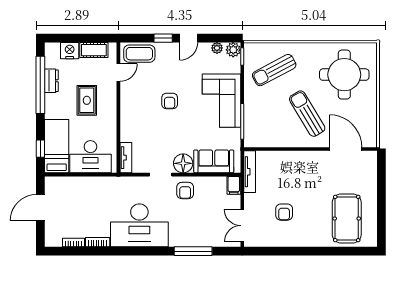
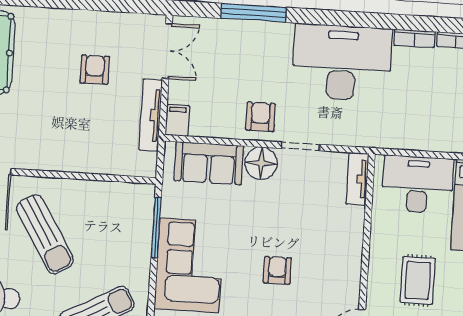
tv unit: (250, 172) -> (151, 115), moved

